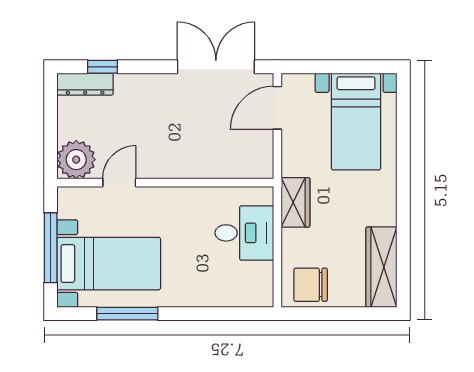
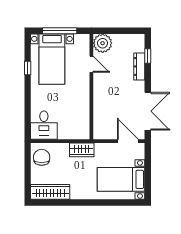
dresser: (85, 84) -> (139, 66), moved
desk: (244, 233) -> (44, 125), moved
window: (127, 314) -> (28, 68), width x0.46

